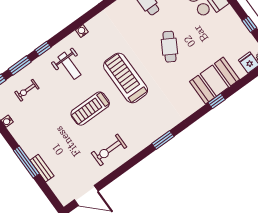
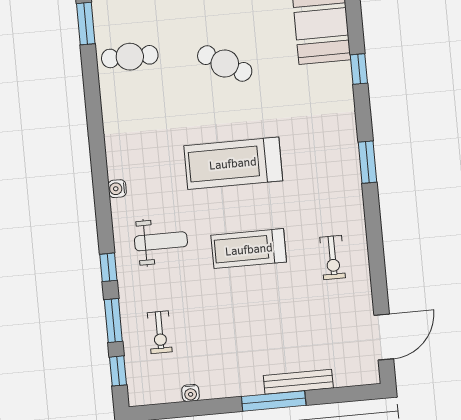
window: (217, 101) -> (359, 69), moved
treadmill: (90, 109) -> (249, 249), turned 90
exercise bike: (109, 150) -> (333, 258), width x0.73, depth x0.72
bench: (42, 168) -> (298, 382), width x1.36

